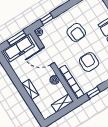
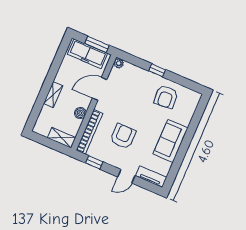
window: (47, 19) -> (157, 70), moved
armchair: (76, 32) -> (166, 97), moved
door: (47, 56) -> (100, 89), hinge flipped

